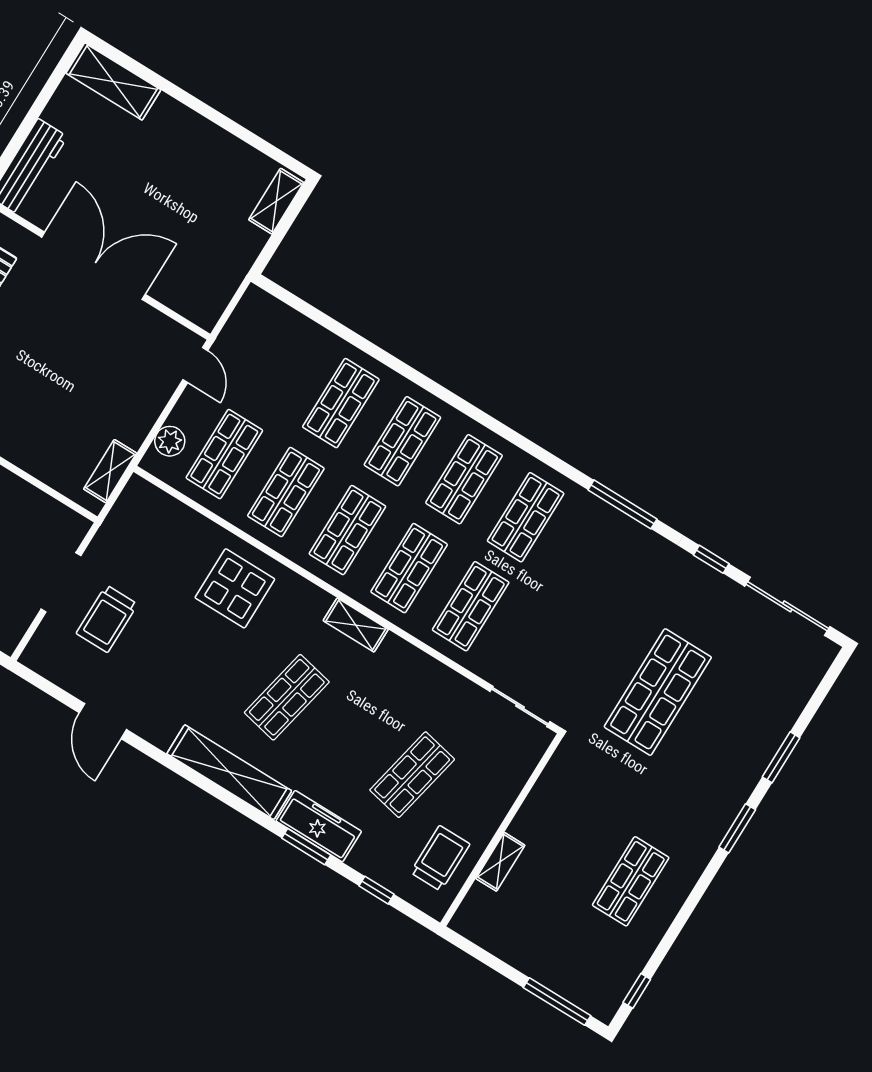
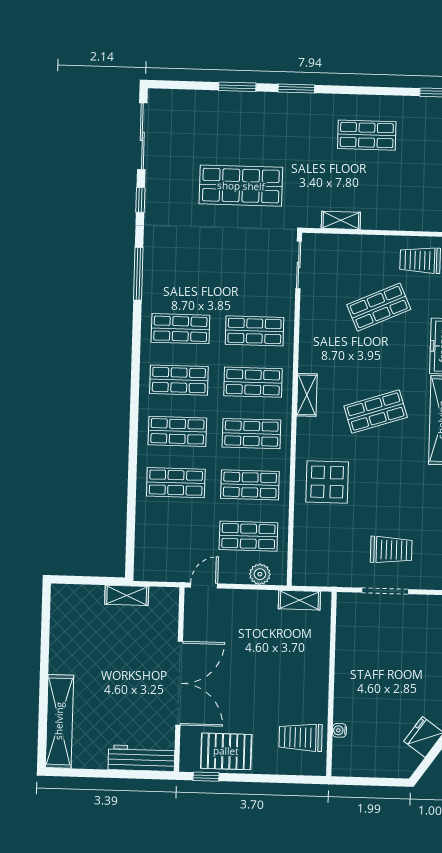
shelving: (113, 81) -> (59, 721), width x1.47
shelving: (276, 201) -> (127, 595), moved
double door: (93, 266) -> (179, 683), swing flipped
shop shelf: (287, 697) -> (376, 412), turned -30
shop shelf: (412, 775) -> (379, 307), turned -36
shelving: (500, 862) -> (341, 220), moved

